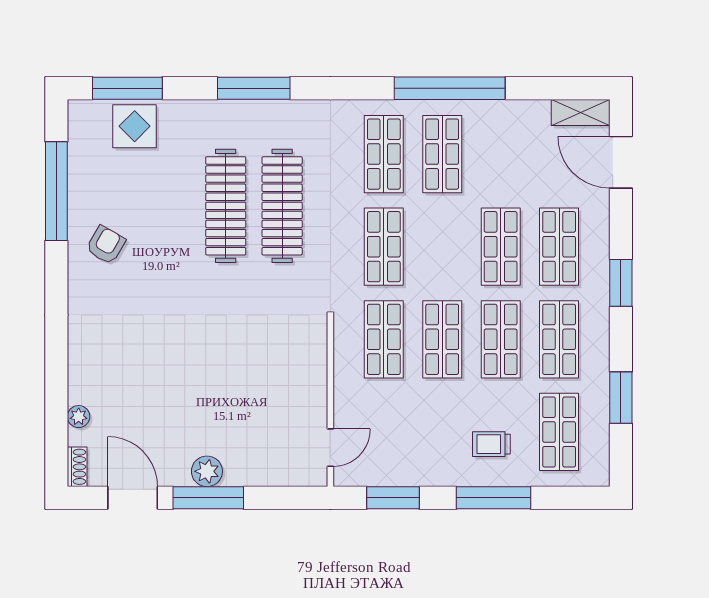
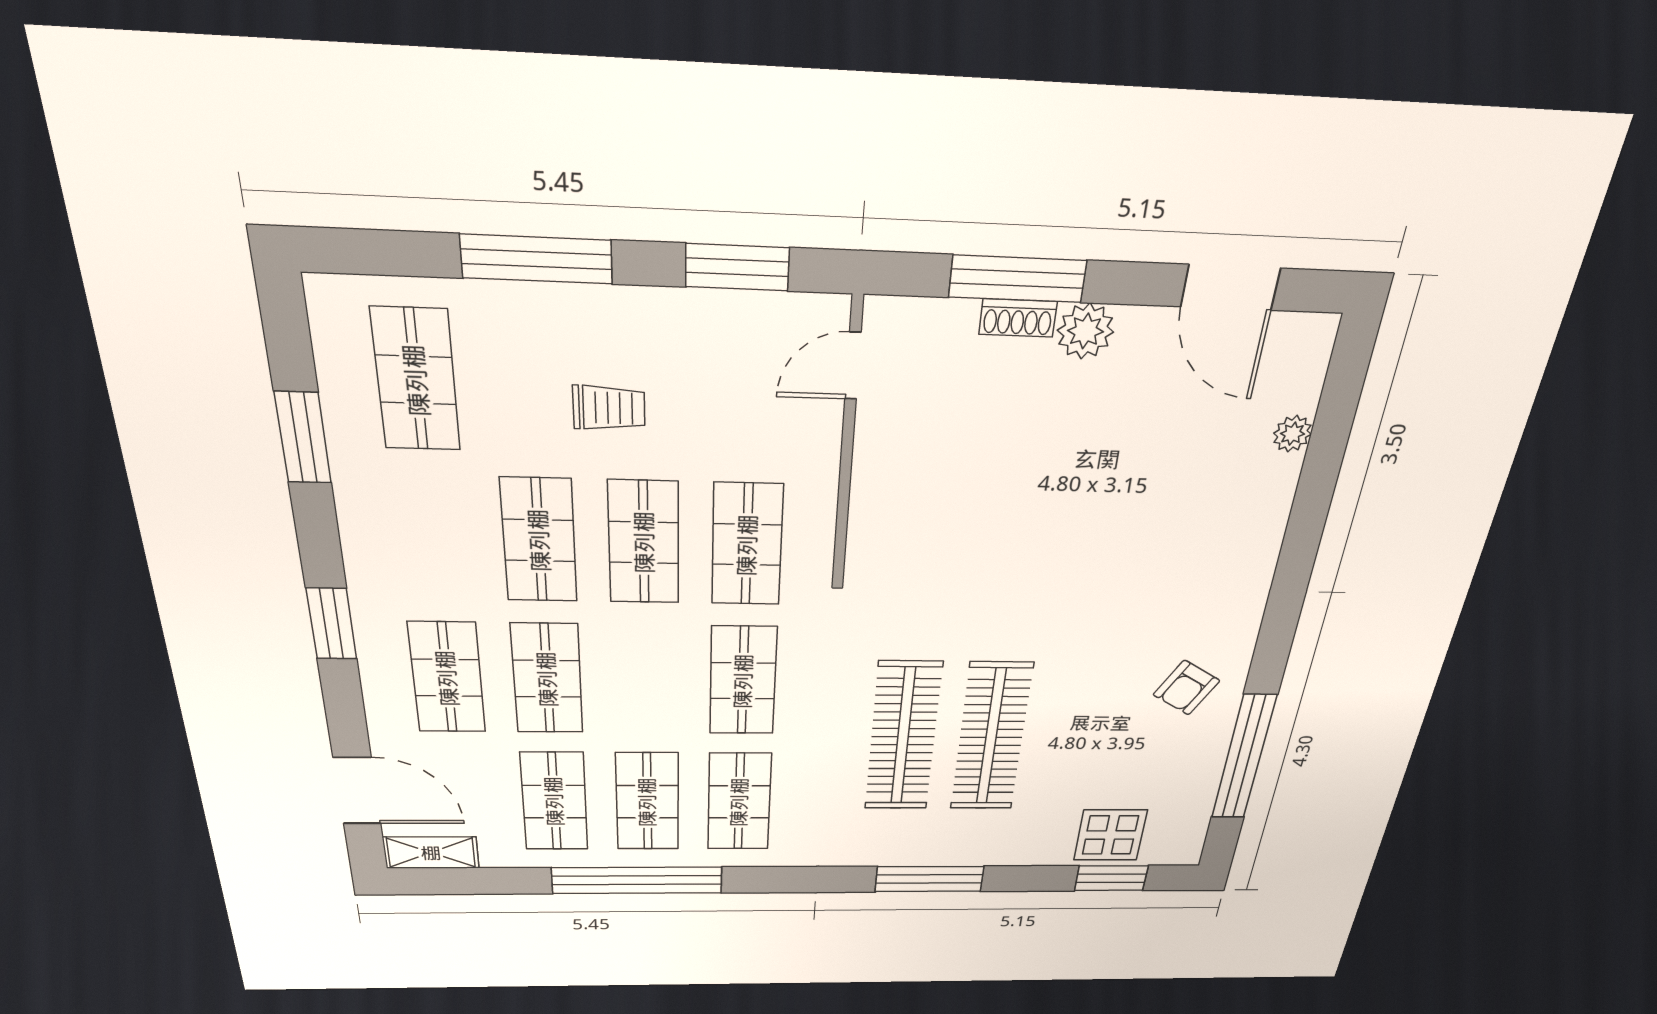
window: (127, 88) -> (1111, 878), width x0.69
shop shelf: (559, 339) -> (554, 801), moved
trolley: (491, 444) -> (609, 408), moved
shoe rack: (77, 467) -> (1018, 318), moved, turned -90
window: (208, 498) -> (1018, 279), moved

